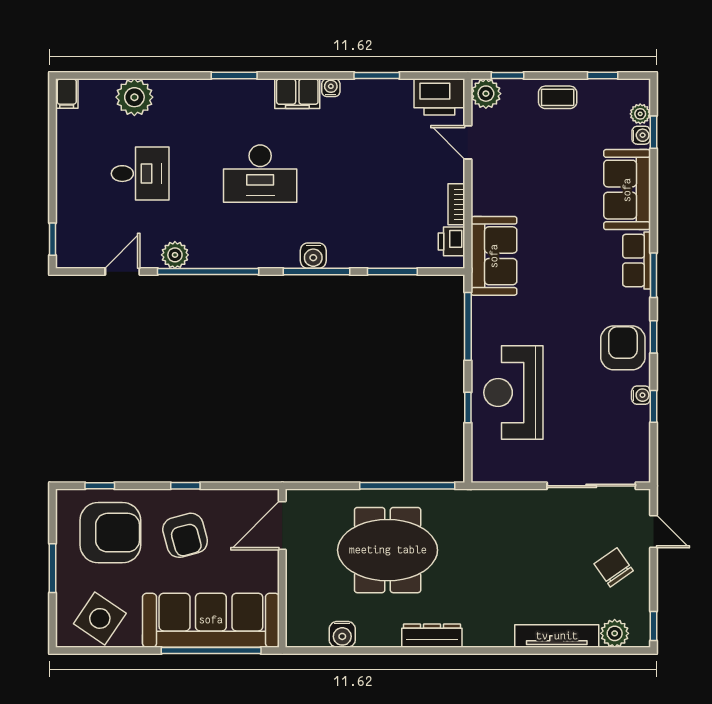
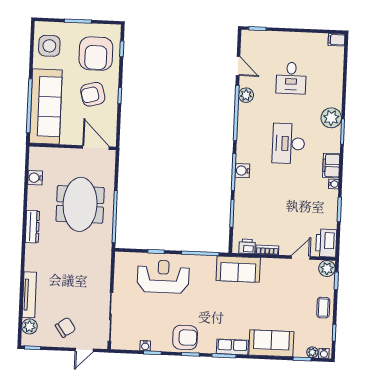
plant: (134, 97) -> (331, 118), moved
water cooler: (641, 135) -> (324, 353), moved
water cooler: (641, 395) -> (145, 346), moved
side table: (100, 618) -> (49, 46), turned -34

